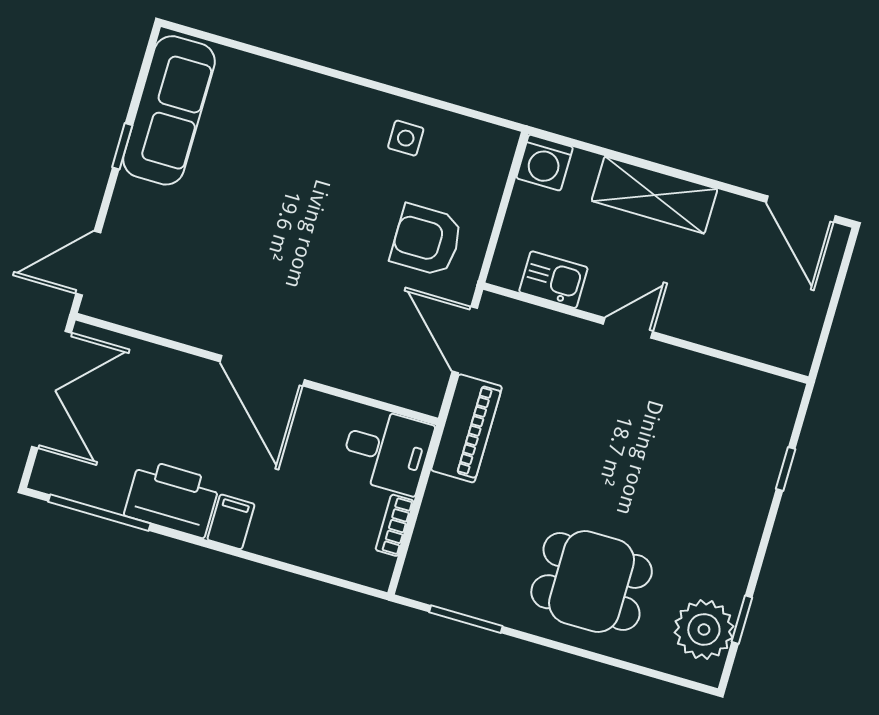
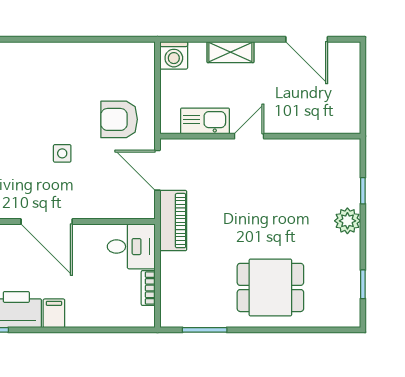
side table: (406, 138) -> (62, 153), moved
shelving: (654, 195) -> (230, 52), width x0.67, depth x0.75
door: (801, 209) -> (307, 39), moved
kitchen sink: (553, 280) -> (205, 121), width x1.38
plant: (704, 629) -> (347, 221), moved, width x0.73, depth x0.73

